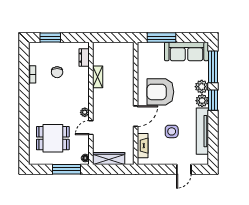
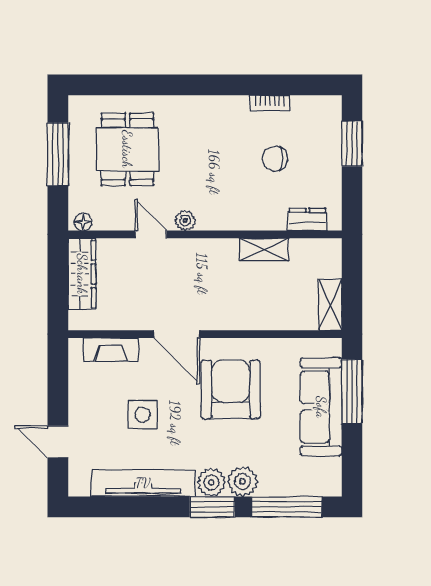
shelving: (122, 47) -> (330, 305), added
sofa: (186, 51) -> (321, 407), moved
window: (67, 169) -> (58, 154), moved

